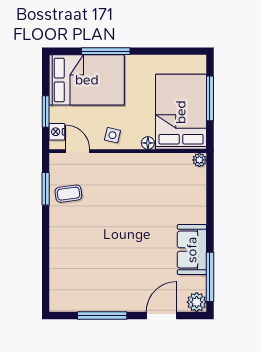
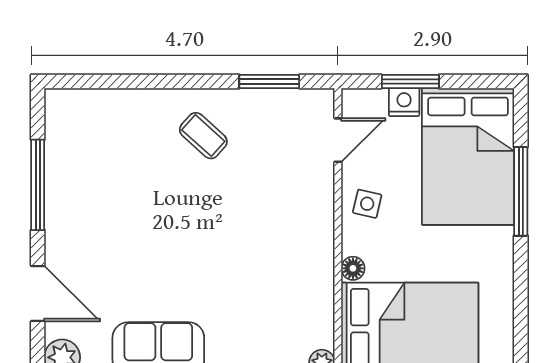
nightstand: (57, 132) -> (404, 102), moved
coffee table: (68, 194) -> (203, 136), moved, turned -40

